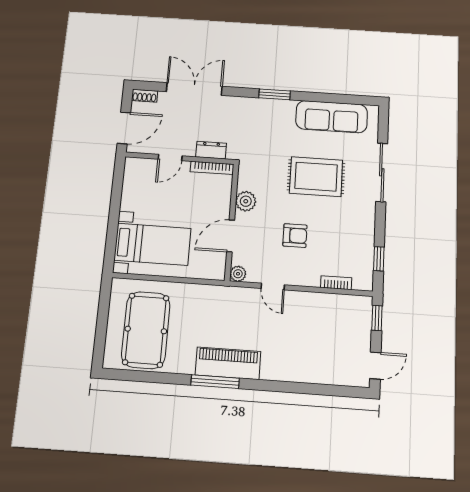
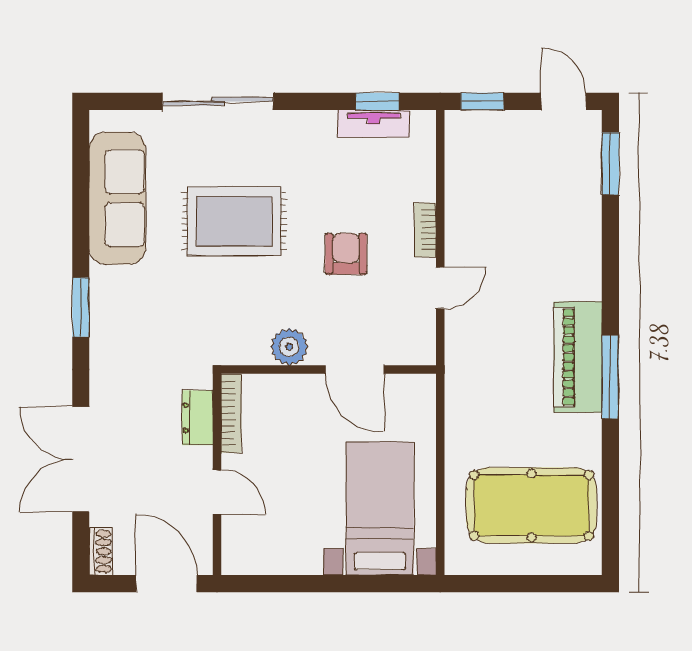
rug: (316, 177) -> (234, 221), turned 90
tv unit: (367, 256) -> (374, 124), added
plant: (238, 274) -> (422, 351), removed
bookcase: (336, 283) -> (425, 230), moved
window: (338, 391) -> (610, 164), added

